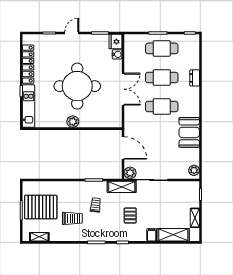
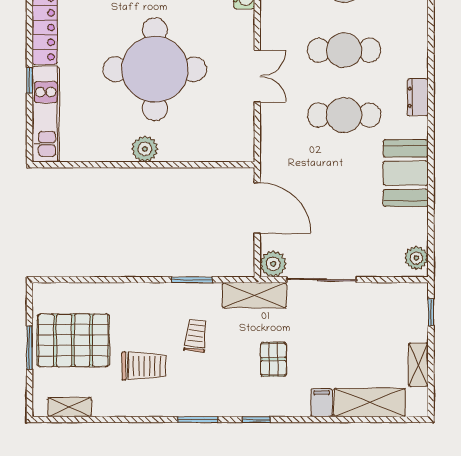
dresser: (195, 78) -> (418, 97), moved
double door: (123, 89) -> (257, 76), width x0.73

